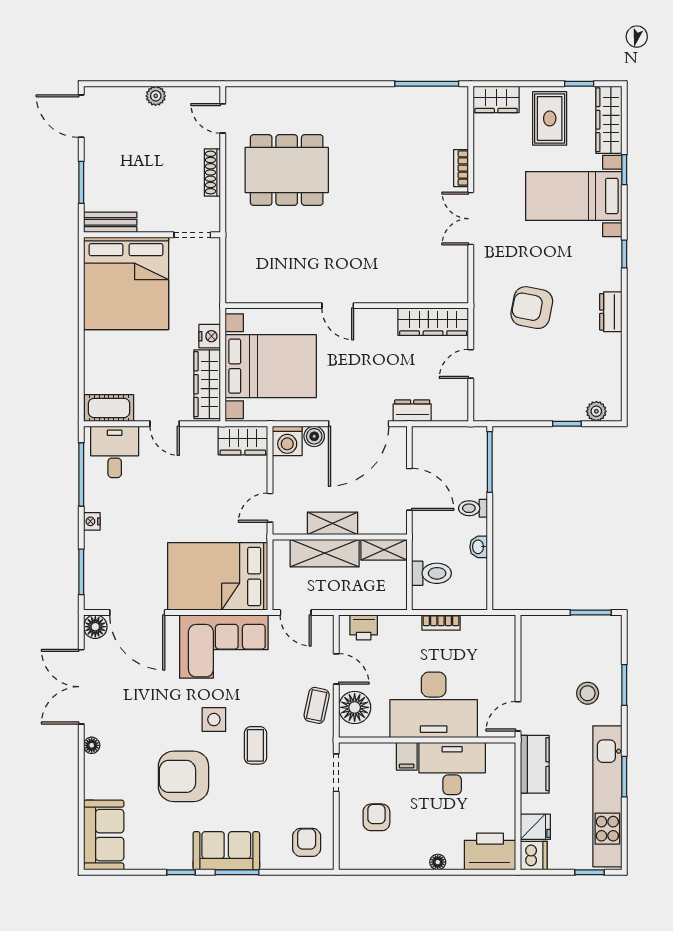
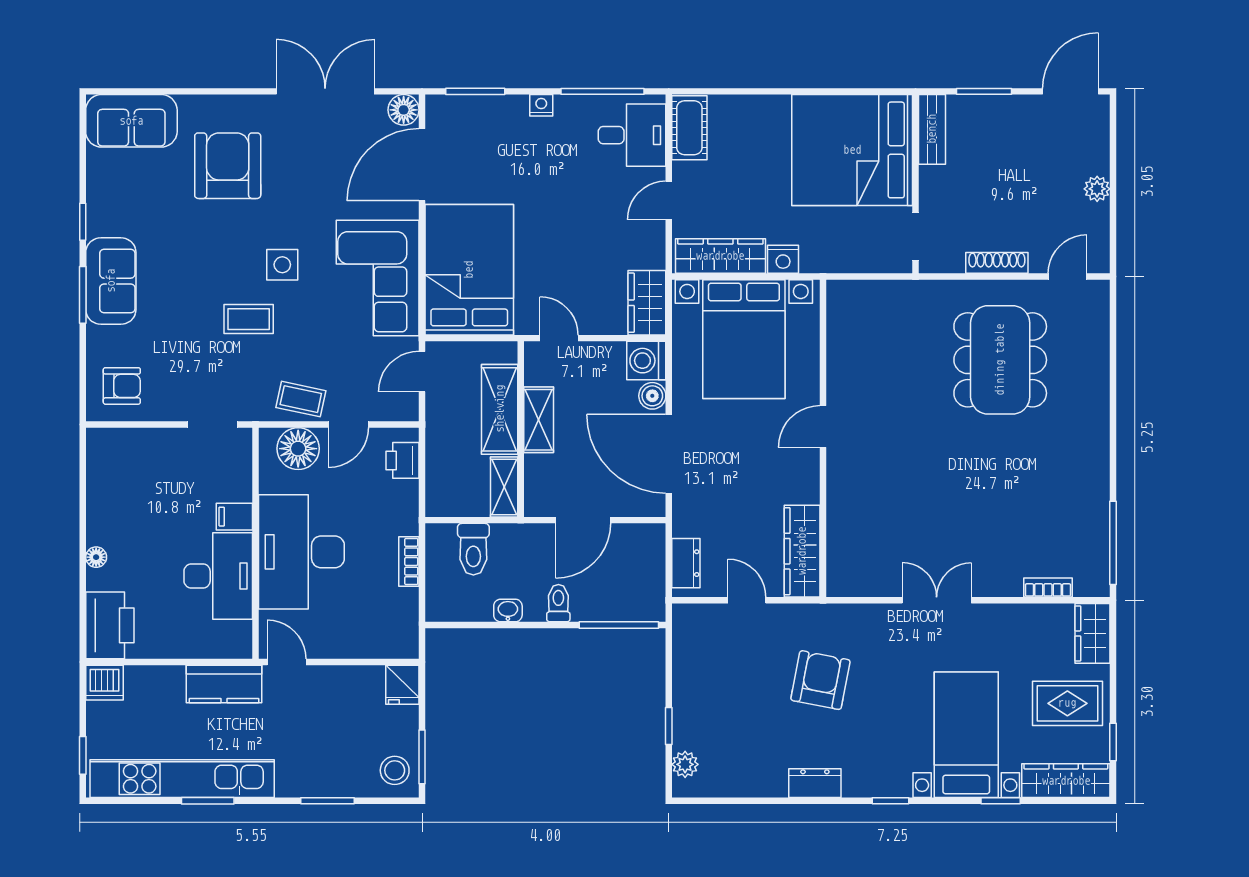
bookcase: (461, 168) -> (1048, 588), moved
dresser: (412, 411) -> (686, 563), moved
stool: (588, 693) -> (395, 770), moved
floor lamp: (92, 745) -> (249, 105), removed
armchair: (183, 776) -> (228, 166), moved
armchair: (376, 817) -> (155, 477), removed
fridge: (535, 827) -> (402, 685), moved

